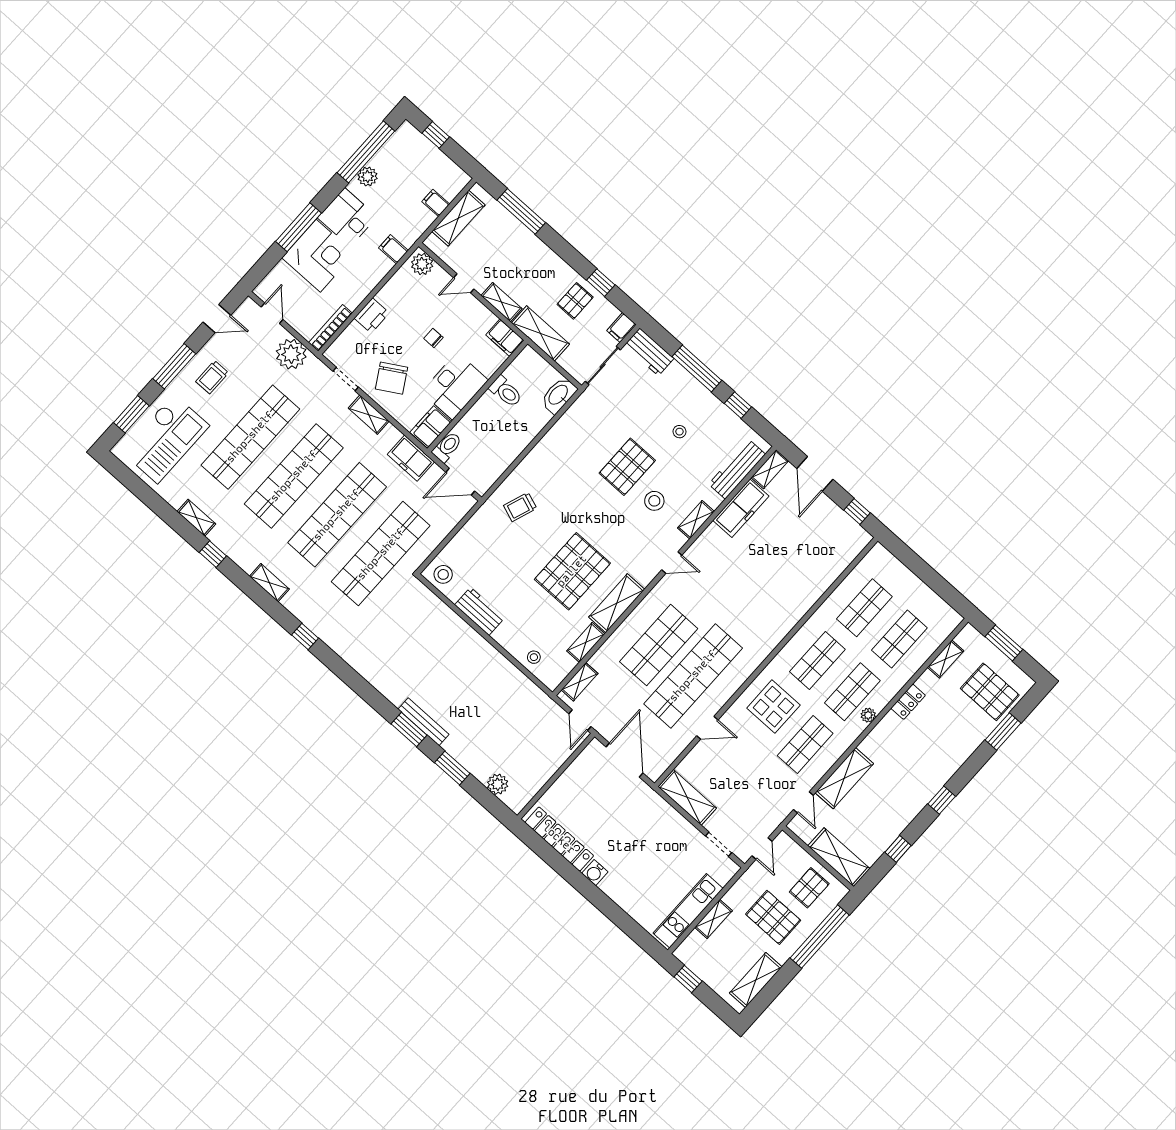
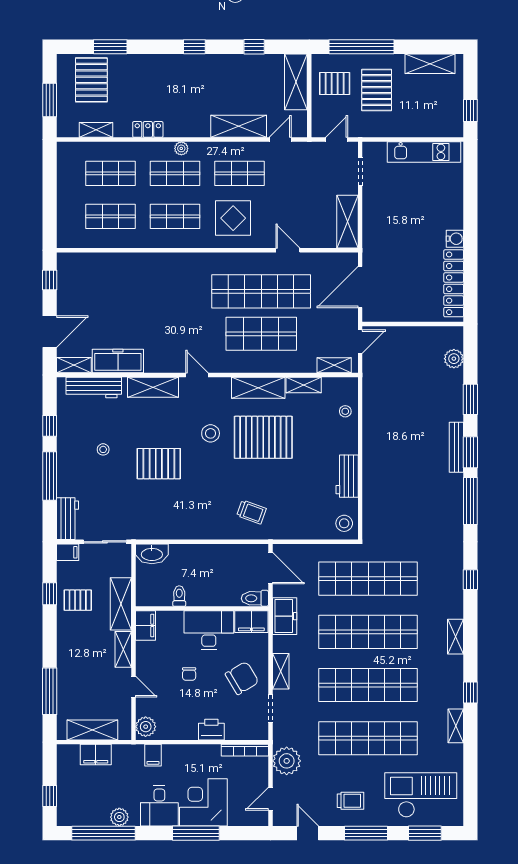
filing cabinet: (436, 203) -> (96, 755), width x2.00
toilet: (506, 392) -> (179, 596), width x0.73, depth x0.72
stool: (654, 501) -> (211, 433), moved
shelving: (696, 520) -> (153, 387), width x1.50, depth x1.33
window: (369, 694) -> (470, 501), added
shelving: (713, 919) -> (414, 130), removed

